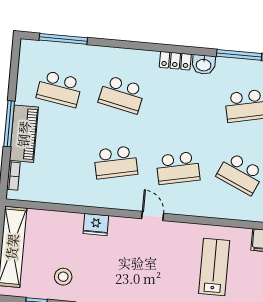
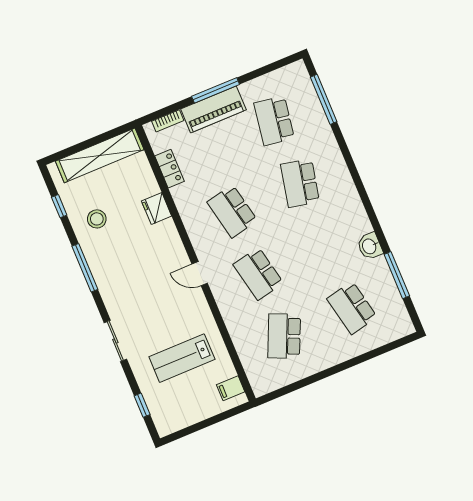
locker: (175, 61) -> (169, 169), moved, turned 180
door: (153, 216) -> (200, 274), swing flipped
fridge: (96, 225) -> (157, 209), moved
lab bench: (214, 267) -> (182, 358), turned 180

